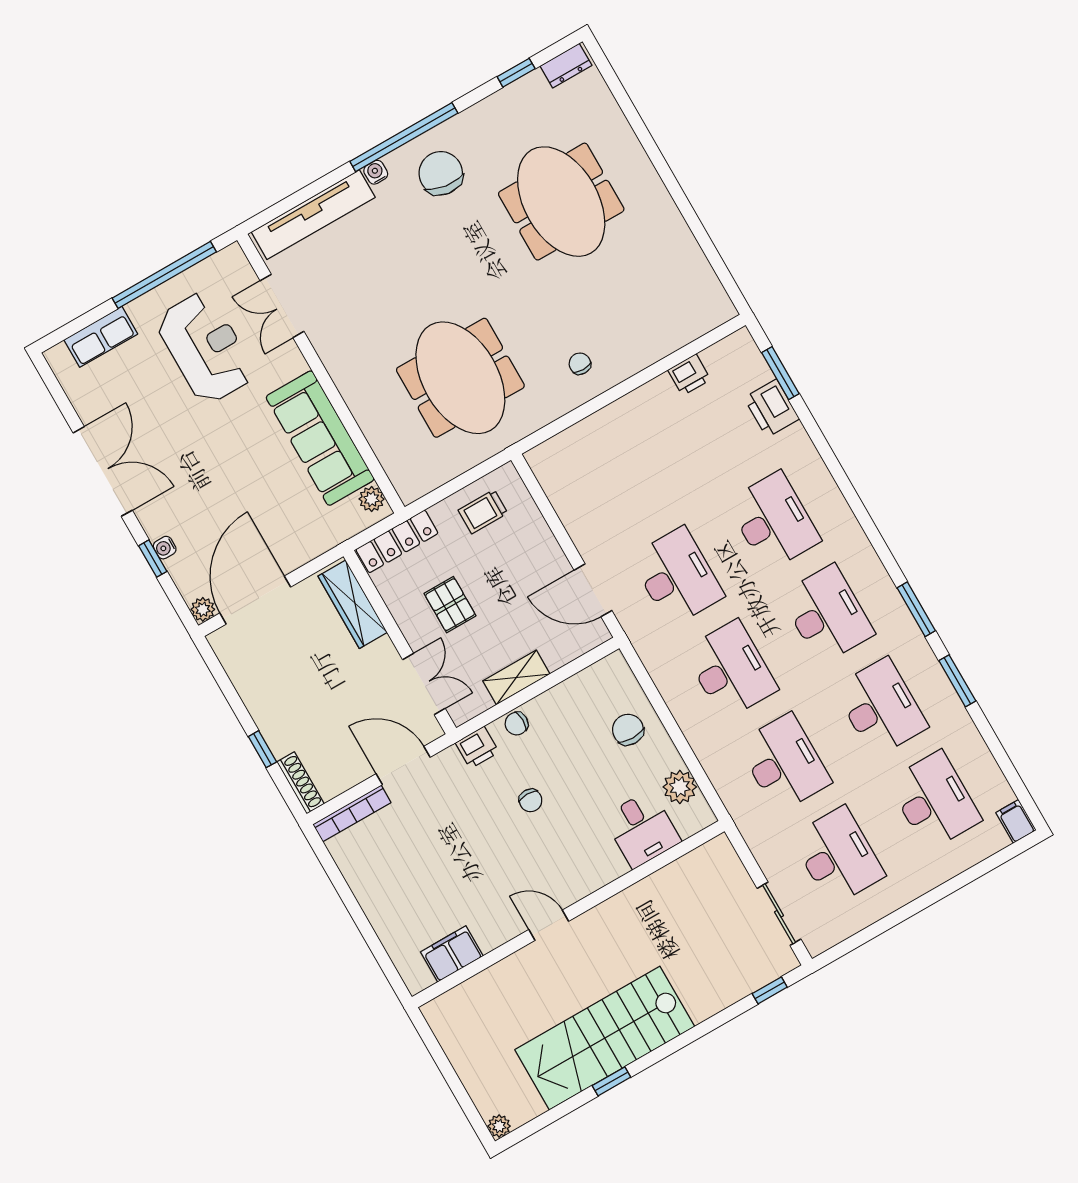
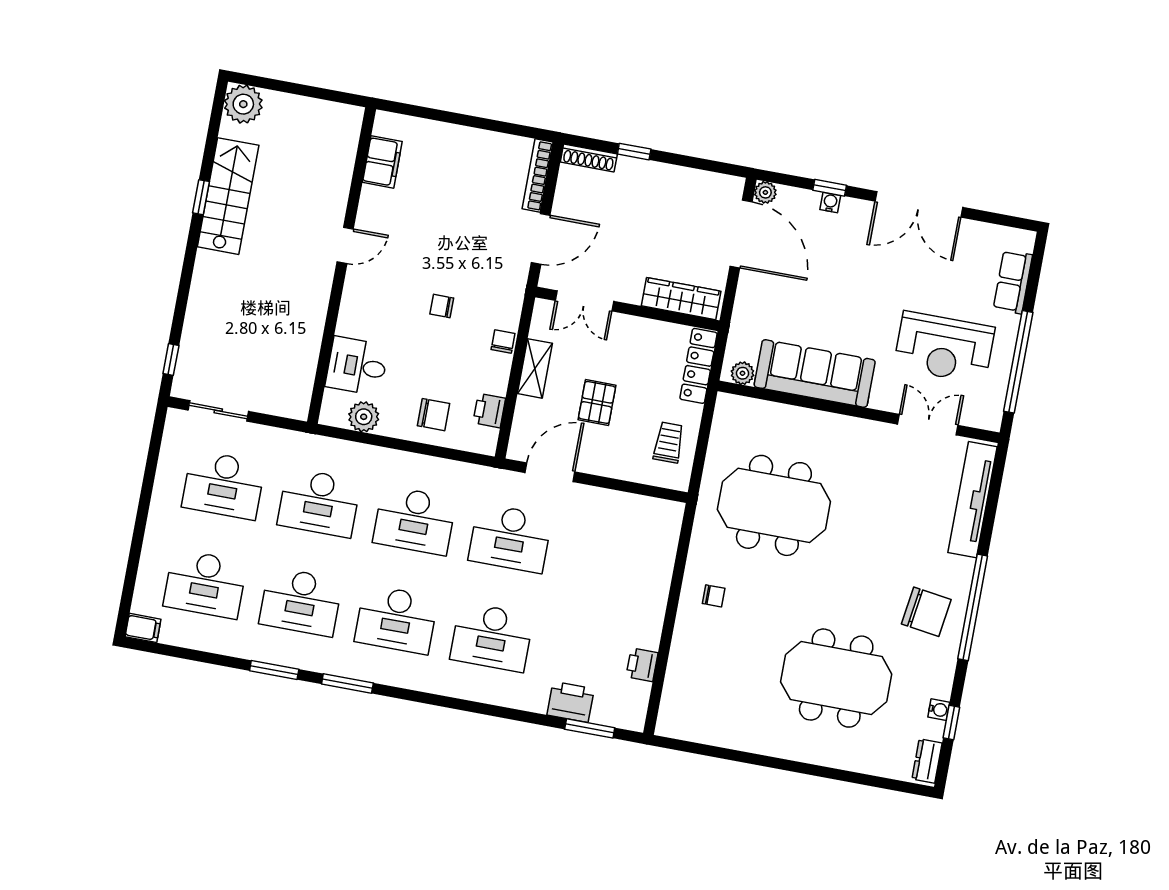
water cooler: (376, 172) -> (939, 710), moved
pallet: (450, 605) -> (597, 402), moved, turned 90
printer: (477, 747) -> (489, 411), moved
stairs: (605, 1038) -> (228, 196), width x0.73, depth x0.66
plant: (499, 1126) -> (243, 104), width x1.87, depth x1.87

